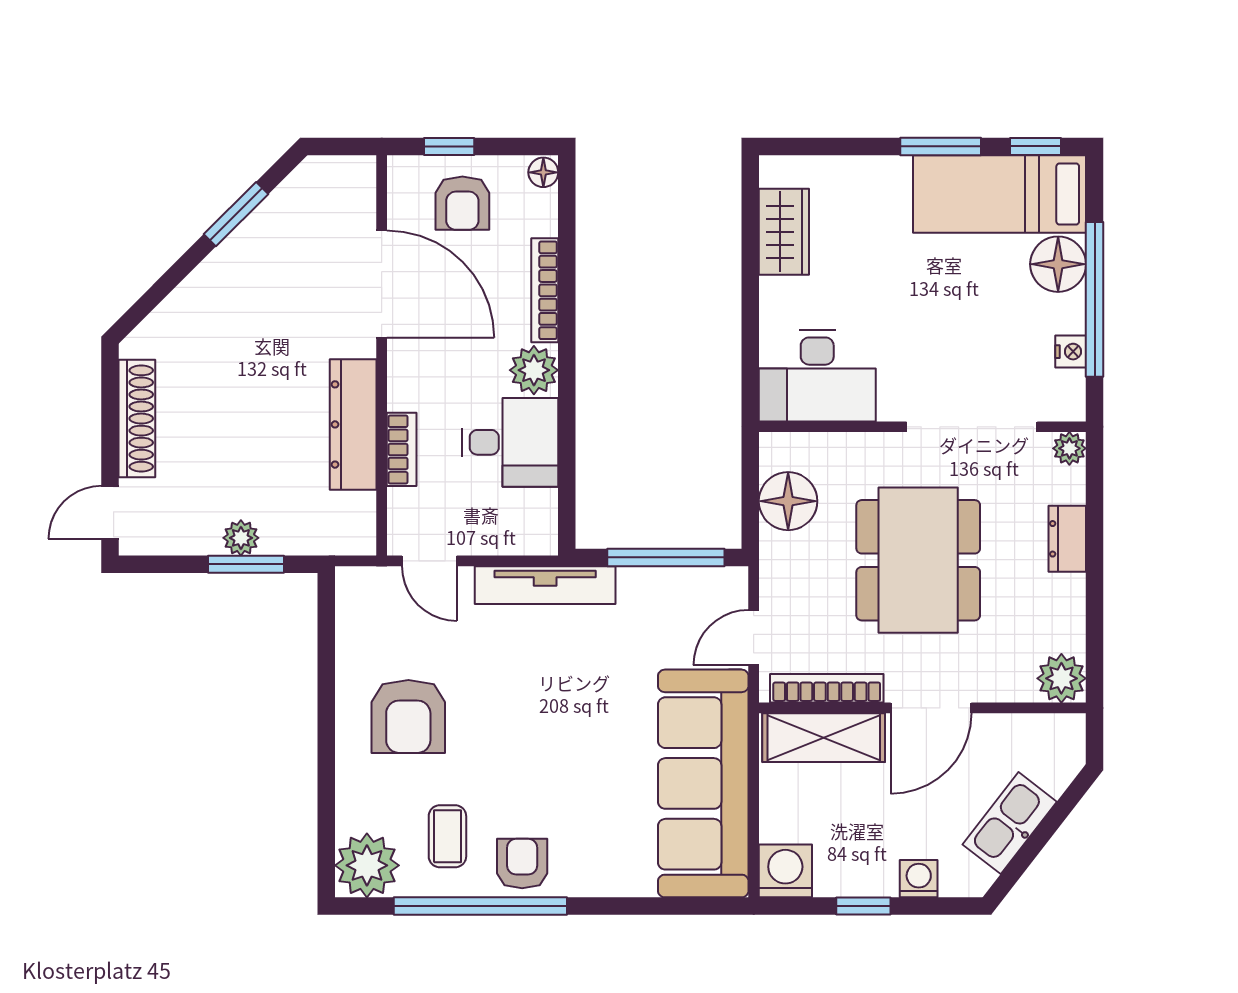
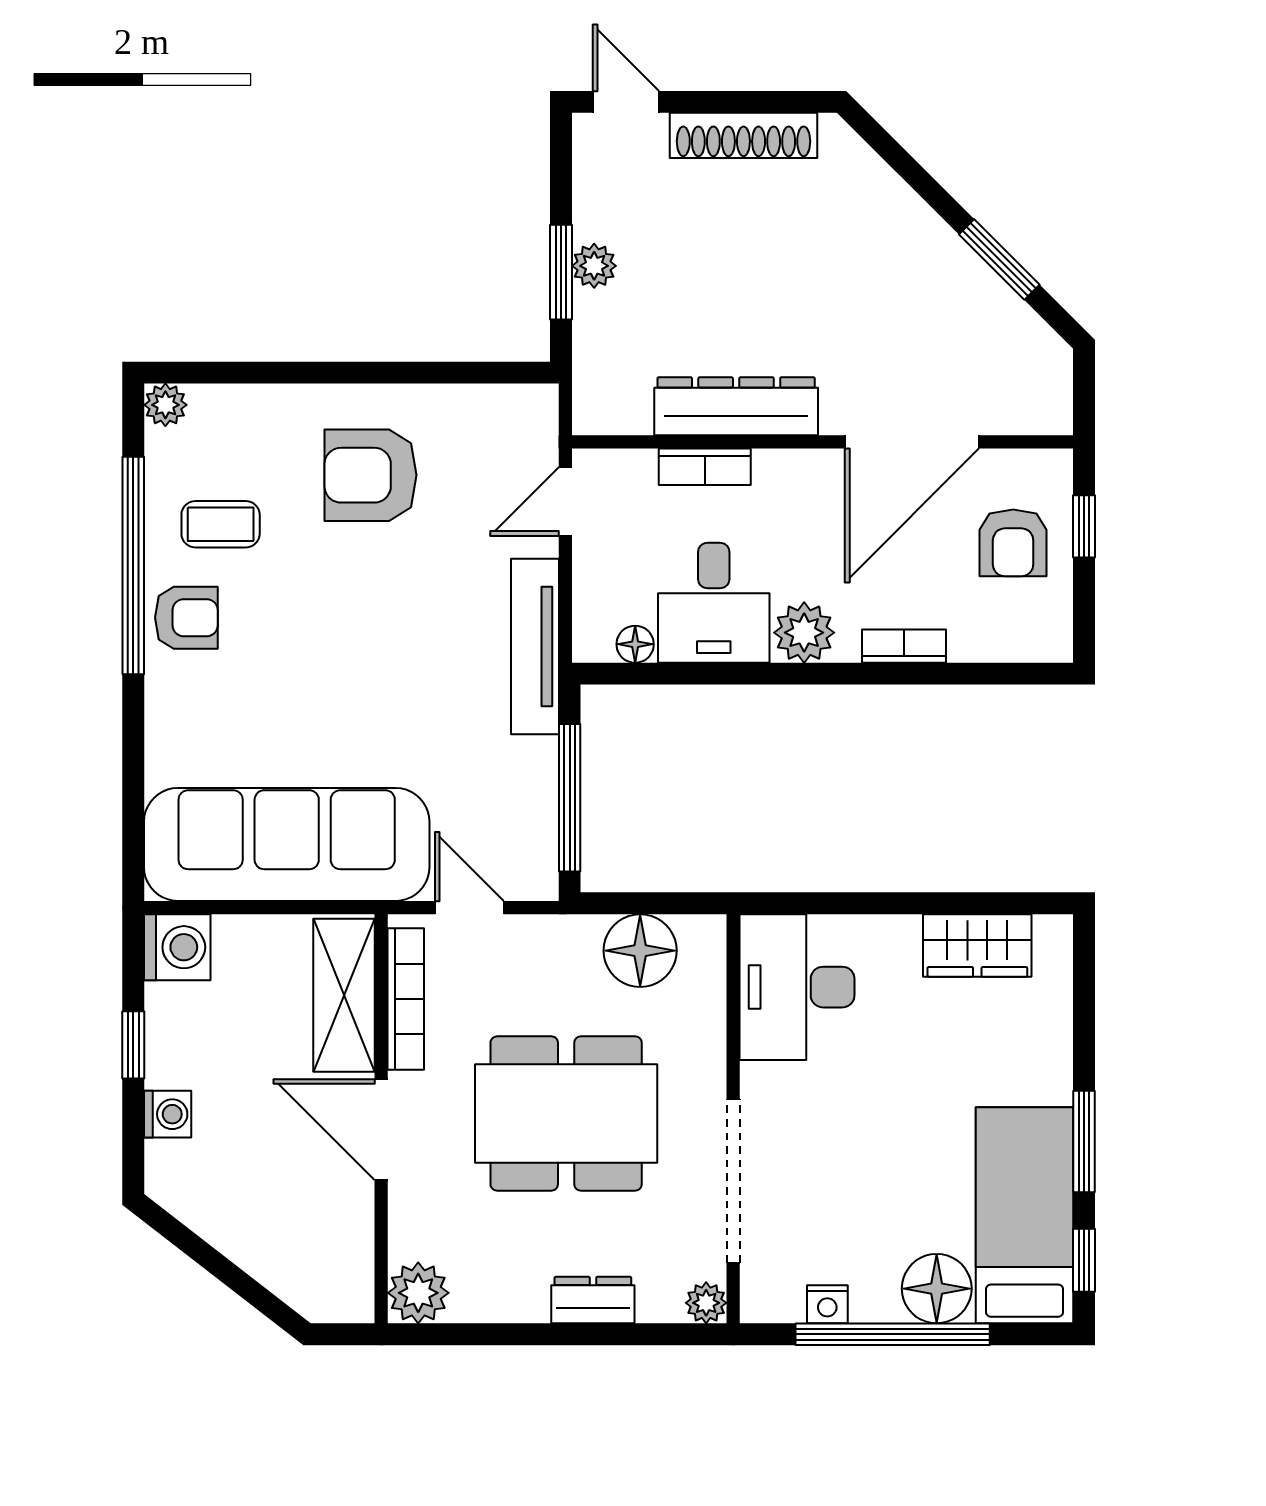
floor lamp: (543, 172) -> (635, 644), moved
armchair: (462, 203) -> (1013, 543), turned -90
bookcase: (545, 290) -> (904, 646), width x0.64
kitchen sink: (1010, 823) -> (237, 1228), removed
plant: (367, 865) -> (165, 405), width x0.53, depth x0.53

